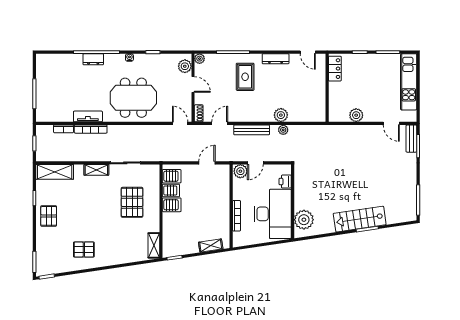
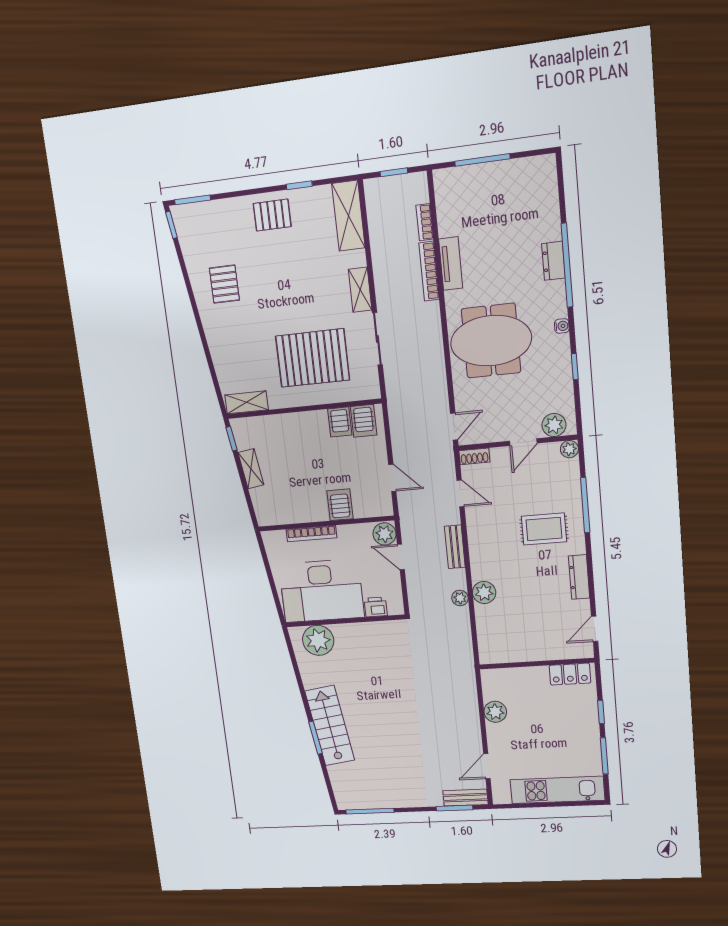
meeting table: (133, 98) -> (491, 341), turned 90
bench: (252, 130) -> (455, 547), width x0.73
pallet: (132, 202) -> (312, 358), width x1.37, depth x1.41
server rack: (172, 205) -> (340, 505), moved, turned 180
shelving: (211, 246) -> (251, 469), moved

